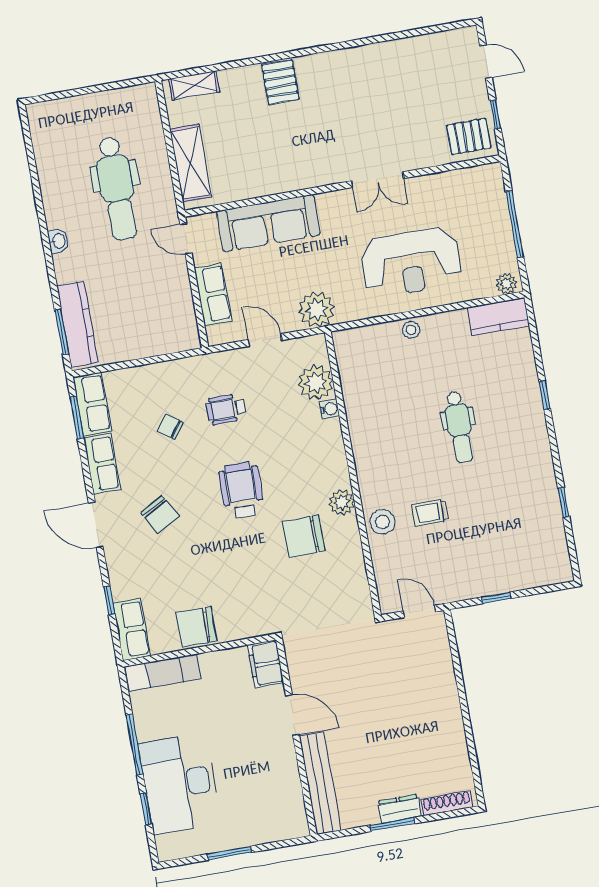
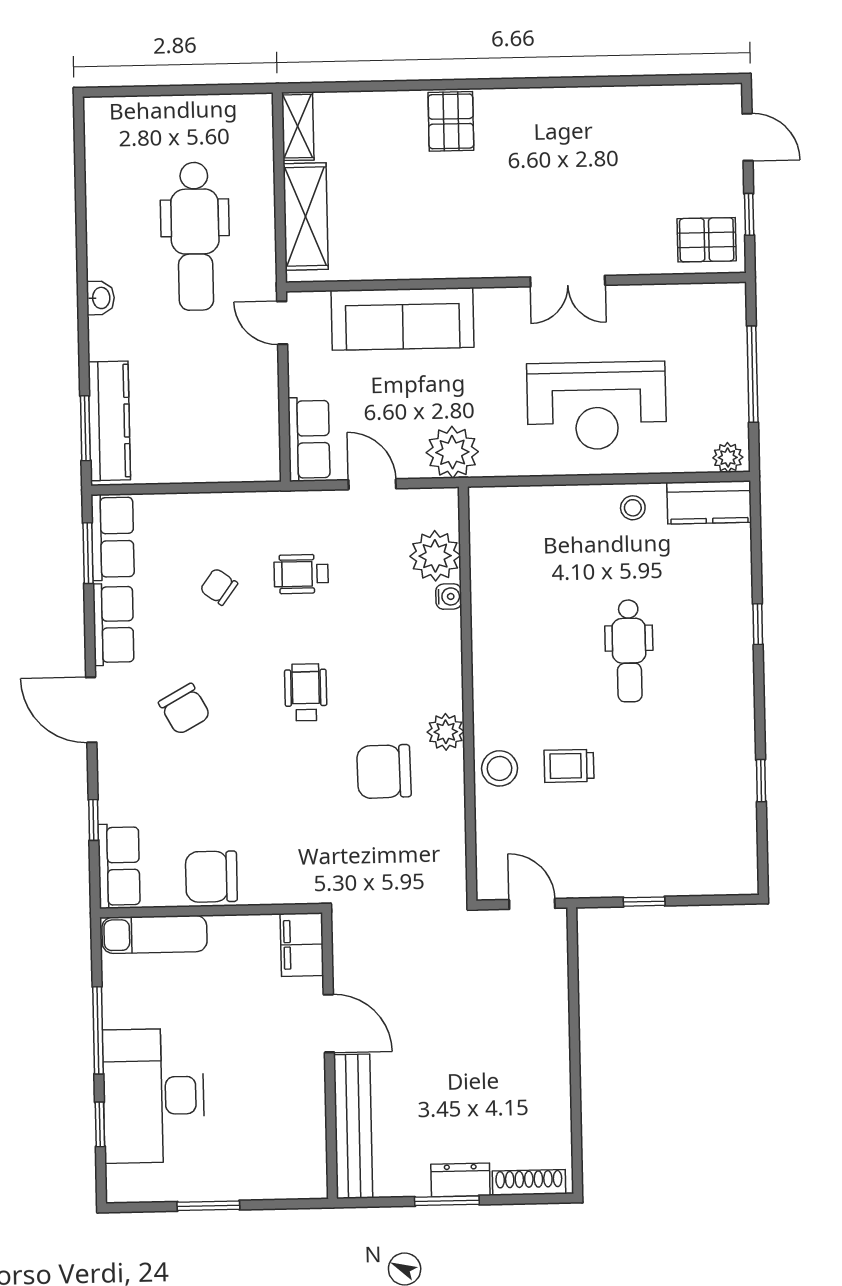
shelving: (194, 85) -> (298, 126), moved, turned 90
row of seats: (213, 294) -> (309, 439), moved
stool: (411, 330) -> (633, 508), moved
wheelchair: (241, 490) -> (306, 692), width x0.73, depth x0.73

